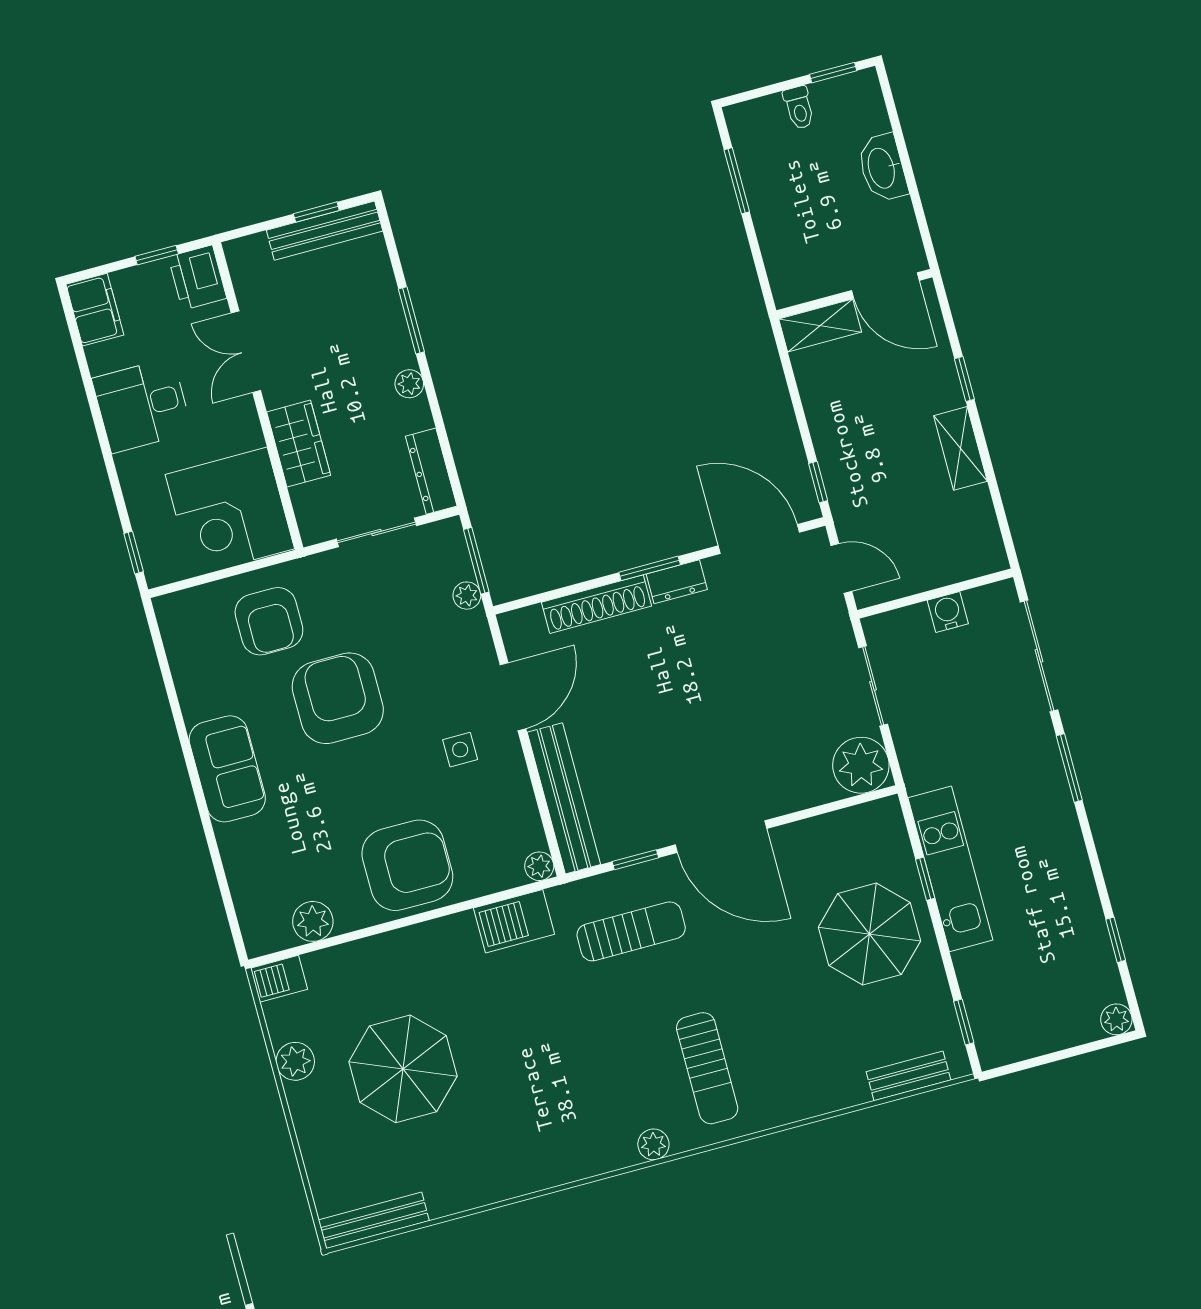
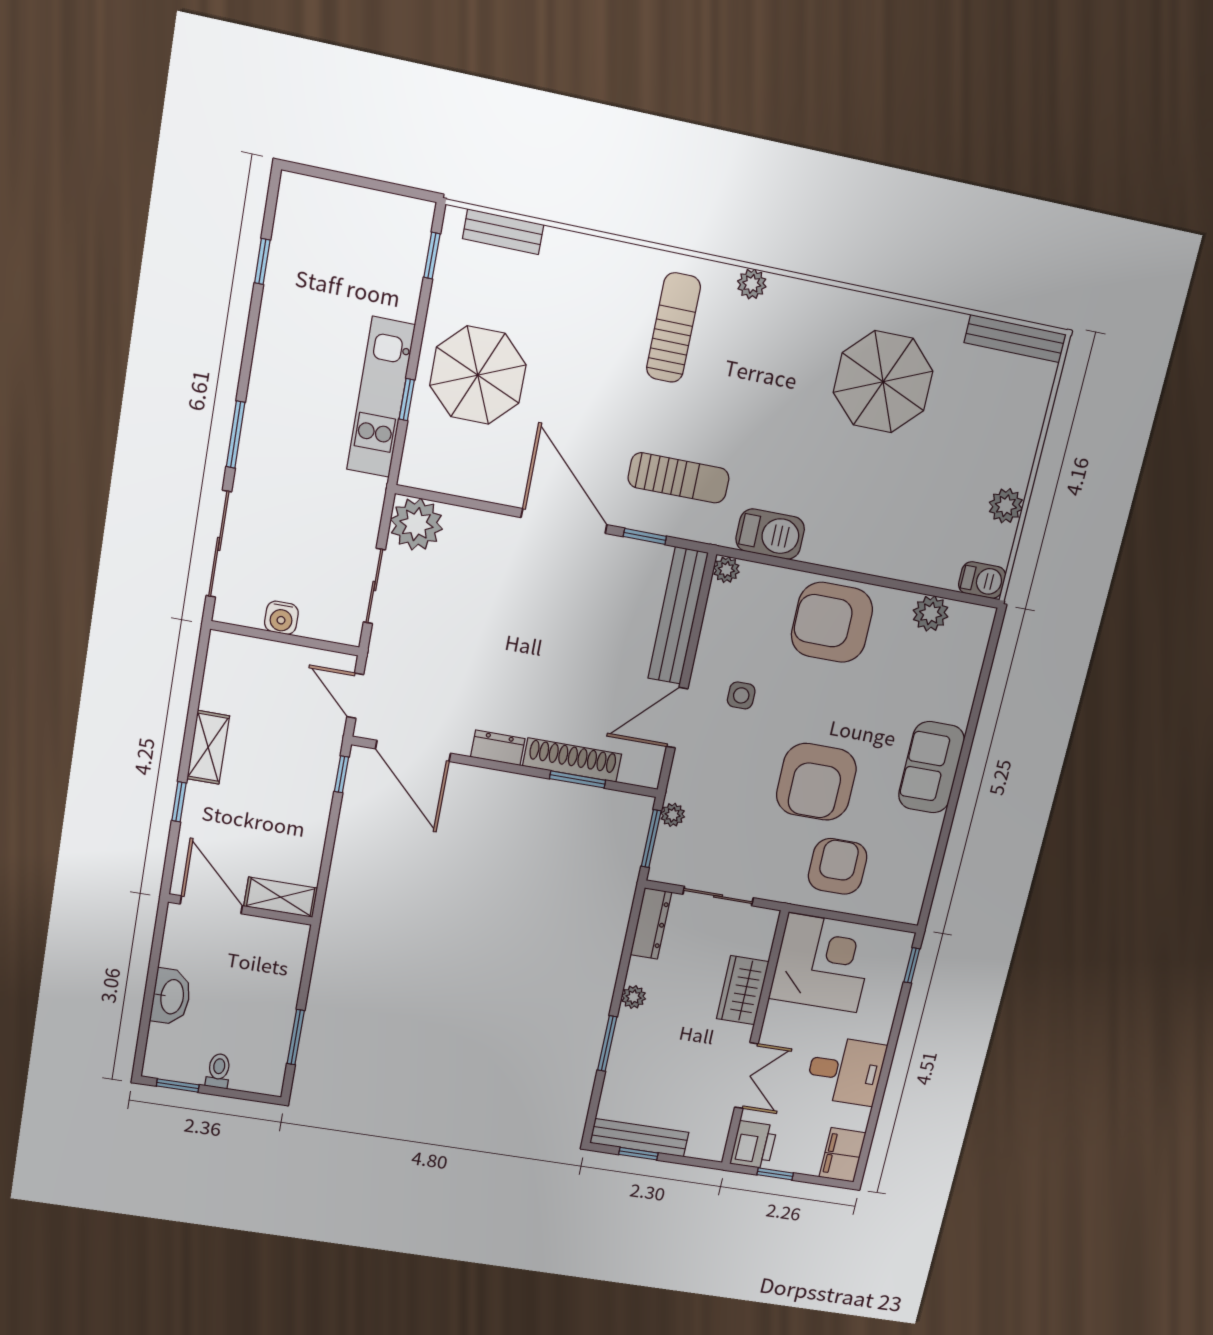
window: (650, 568) -> (578, 779), moved
sun lounger: (631, 931) -> (679, 478), turned 180
plant: (1116, 1019) -> (294, 188), removed
parasol: (403, 1069) -> (883, 382), moved

